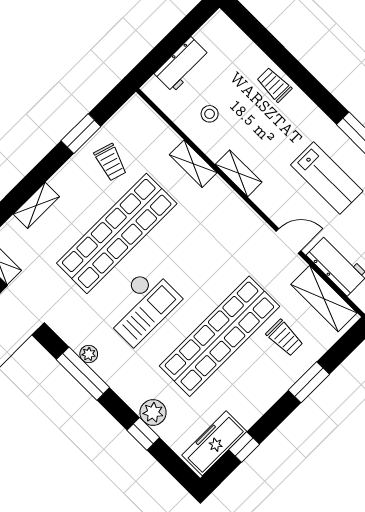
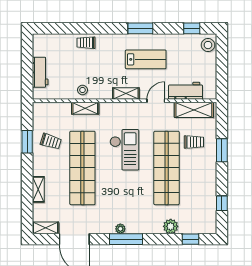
stool: (210, 114) -> (82, 90), moved
shelving: (239, 173) -> (126, 94), moved
checkout: (141, 306) -> (124, 150), moved
window: (143, 434) -> (190, 239), moved
freezer: (214, 443) -> (208, 214), removed

